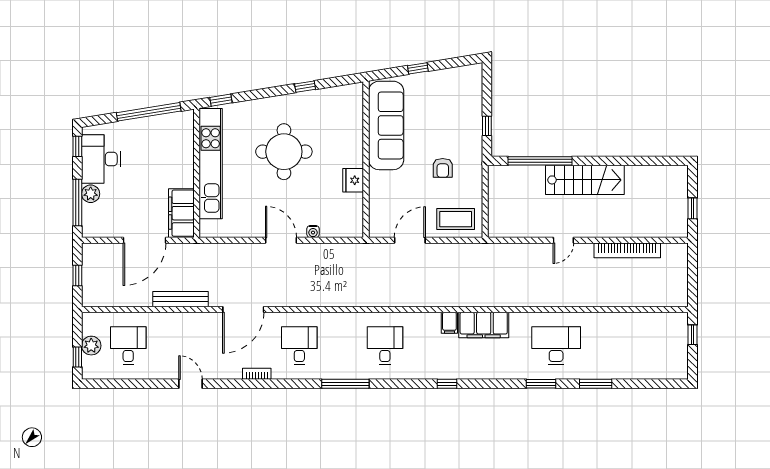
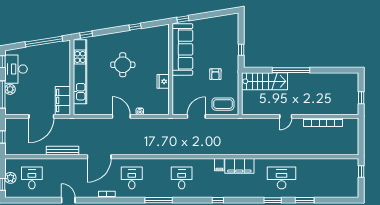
window: (418, 68) -> (183, 19), moved
round table: (284, 152) -> (123, 65), width x0.73, depth x0.73
window: (540, 161) -> (291, 70), moved
stairs: (585, 180) -> (265, 81), moved

